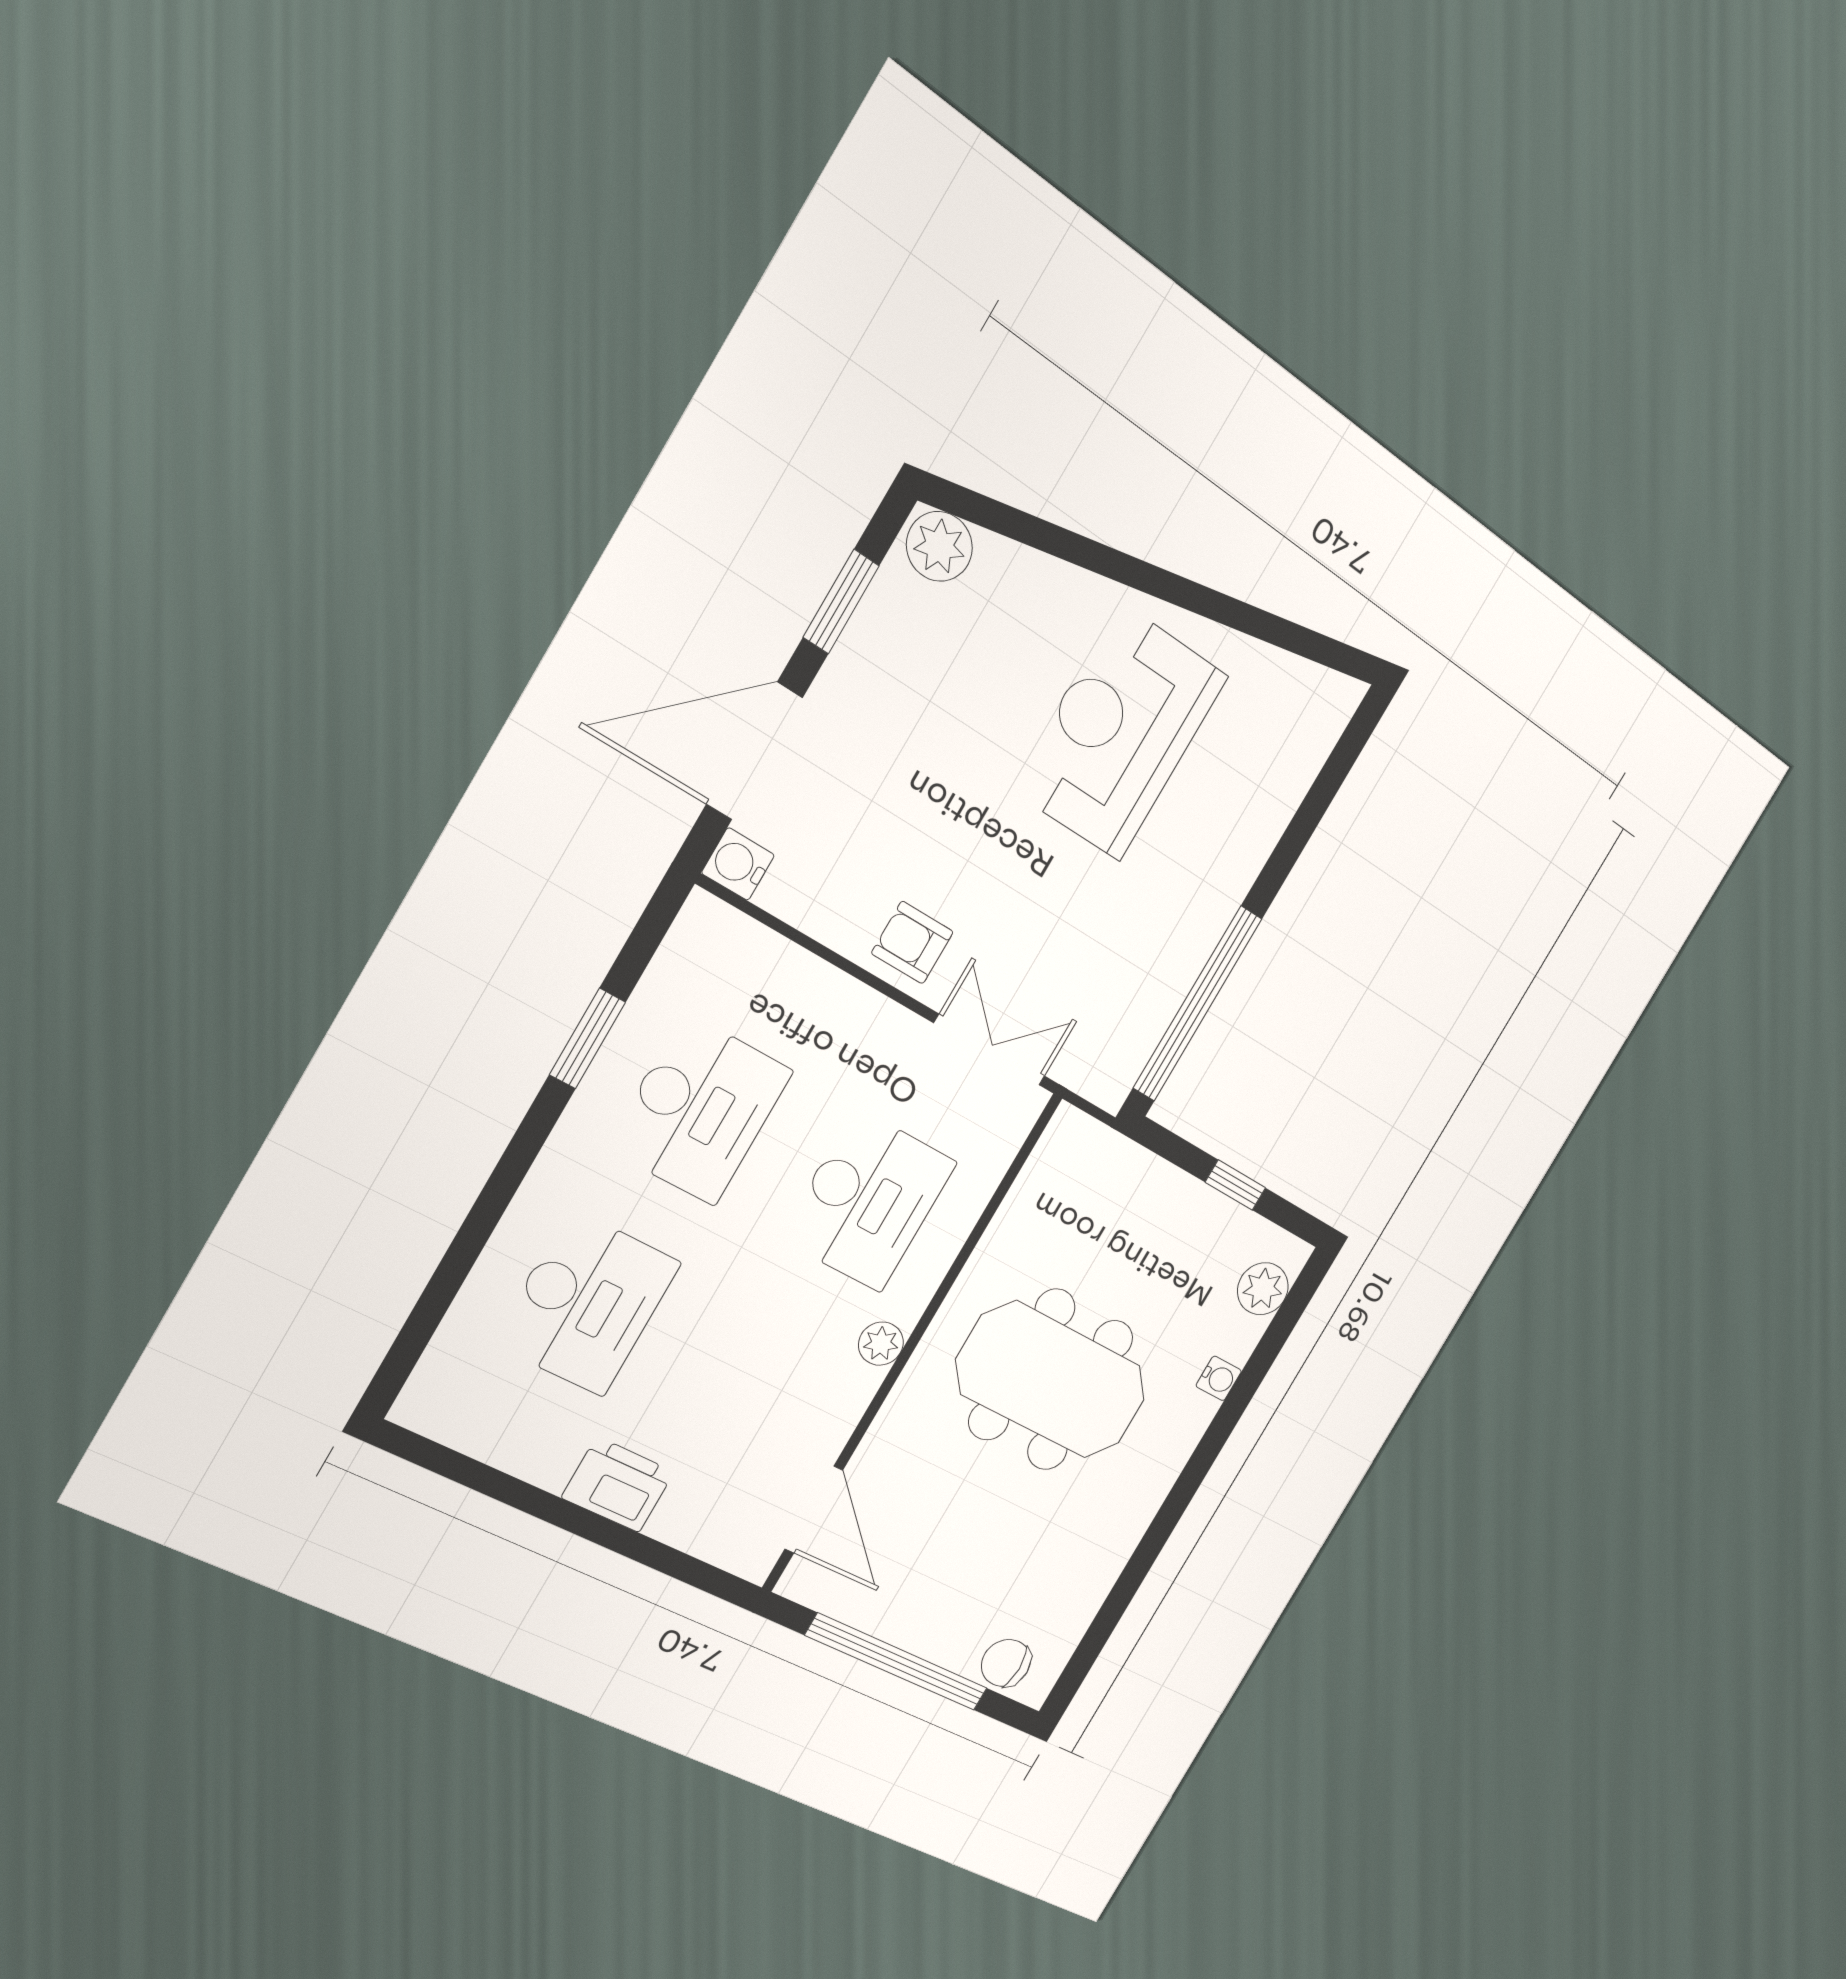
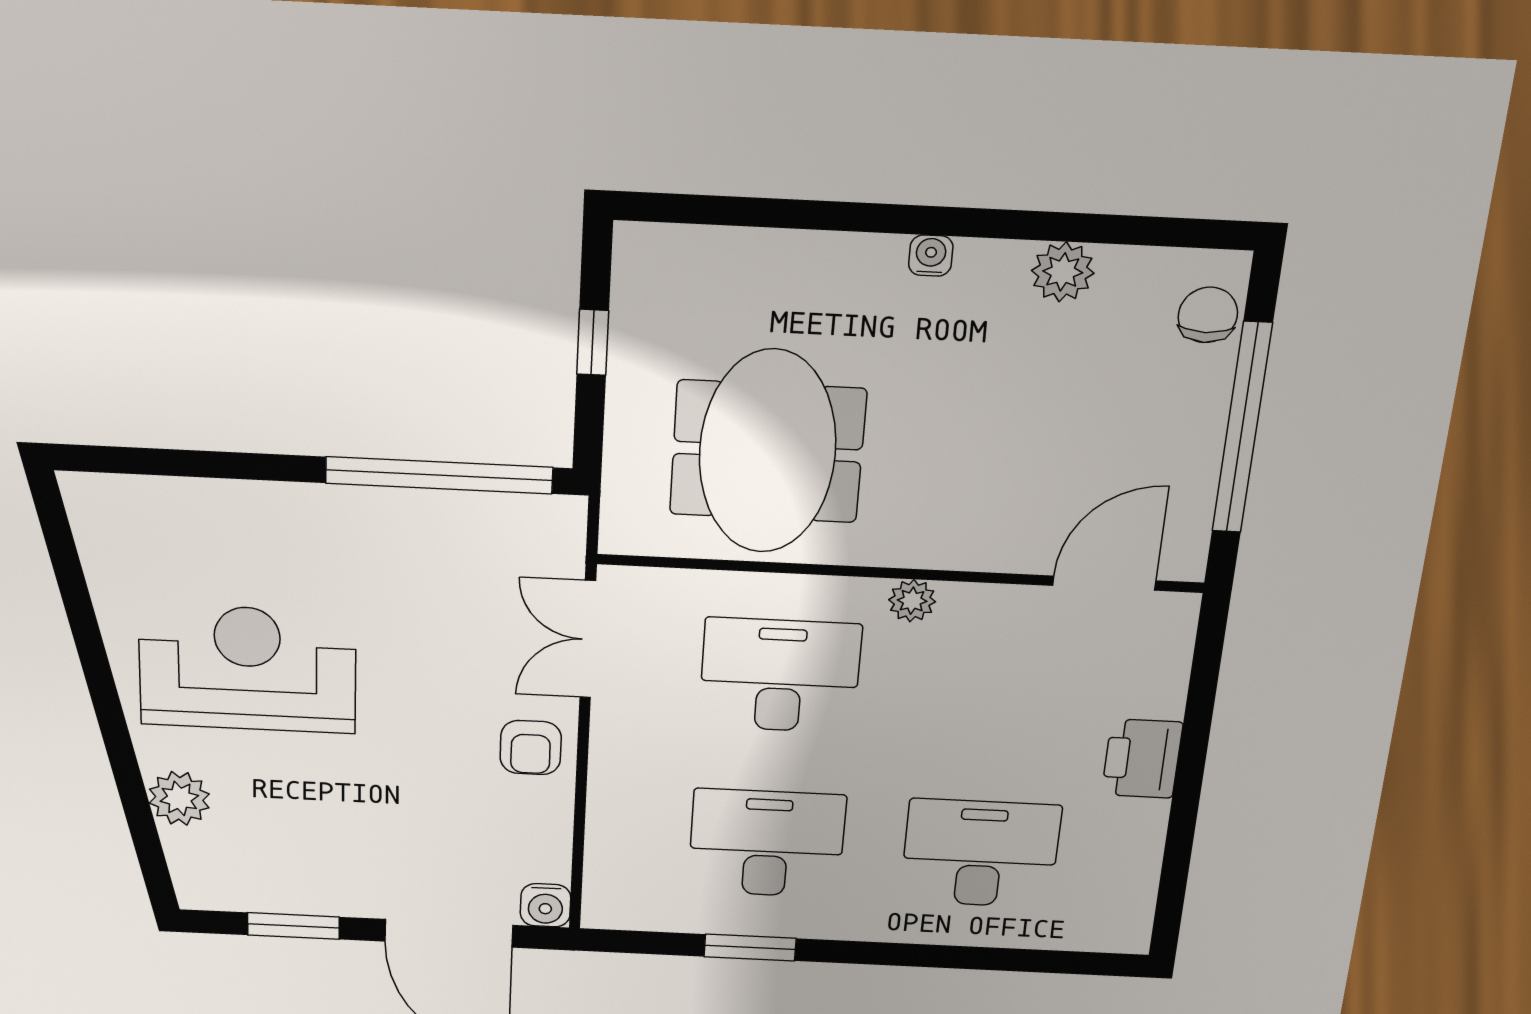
plant: (939, 546) -> (179, 798), moved
reception desk: (1120, 732) -> (248, 669), turned 180
plant: (1263, 1289) -> (1063, 272), moved
water cooler: (1219, 1378) -> (931, 256), moved
meeting table: (1051, 1380) -> (768, 452), moved
chair: (1006, 1663) -> (1208, 315), turned 180

